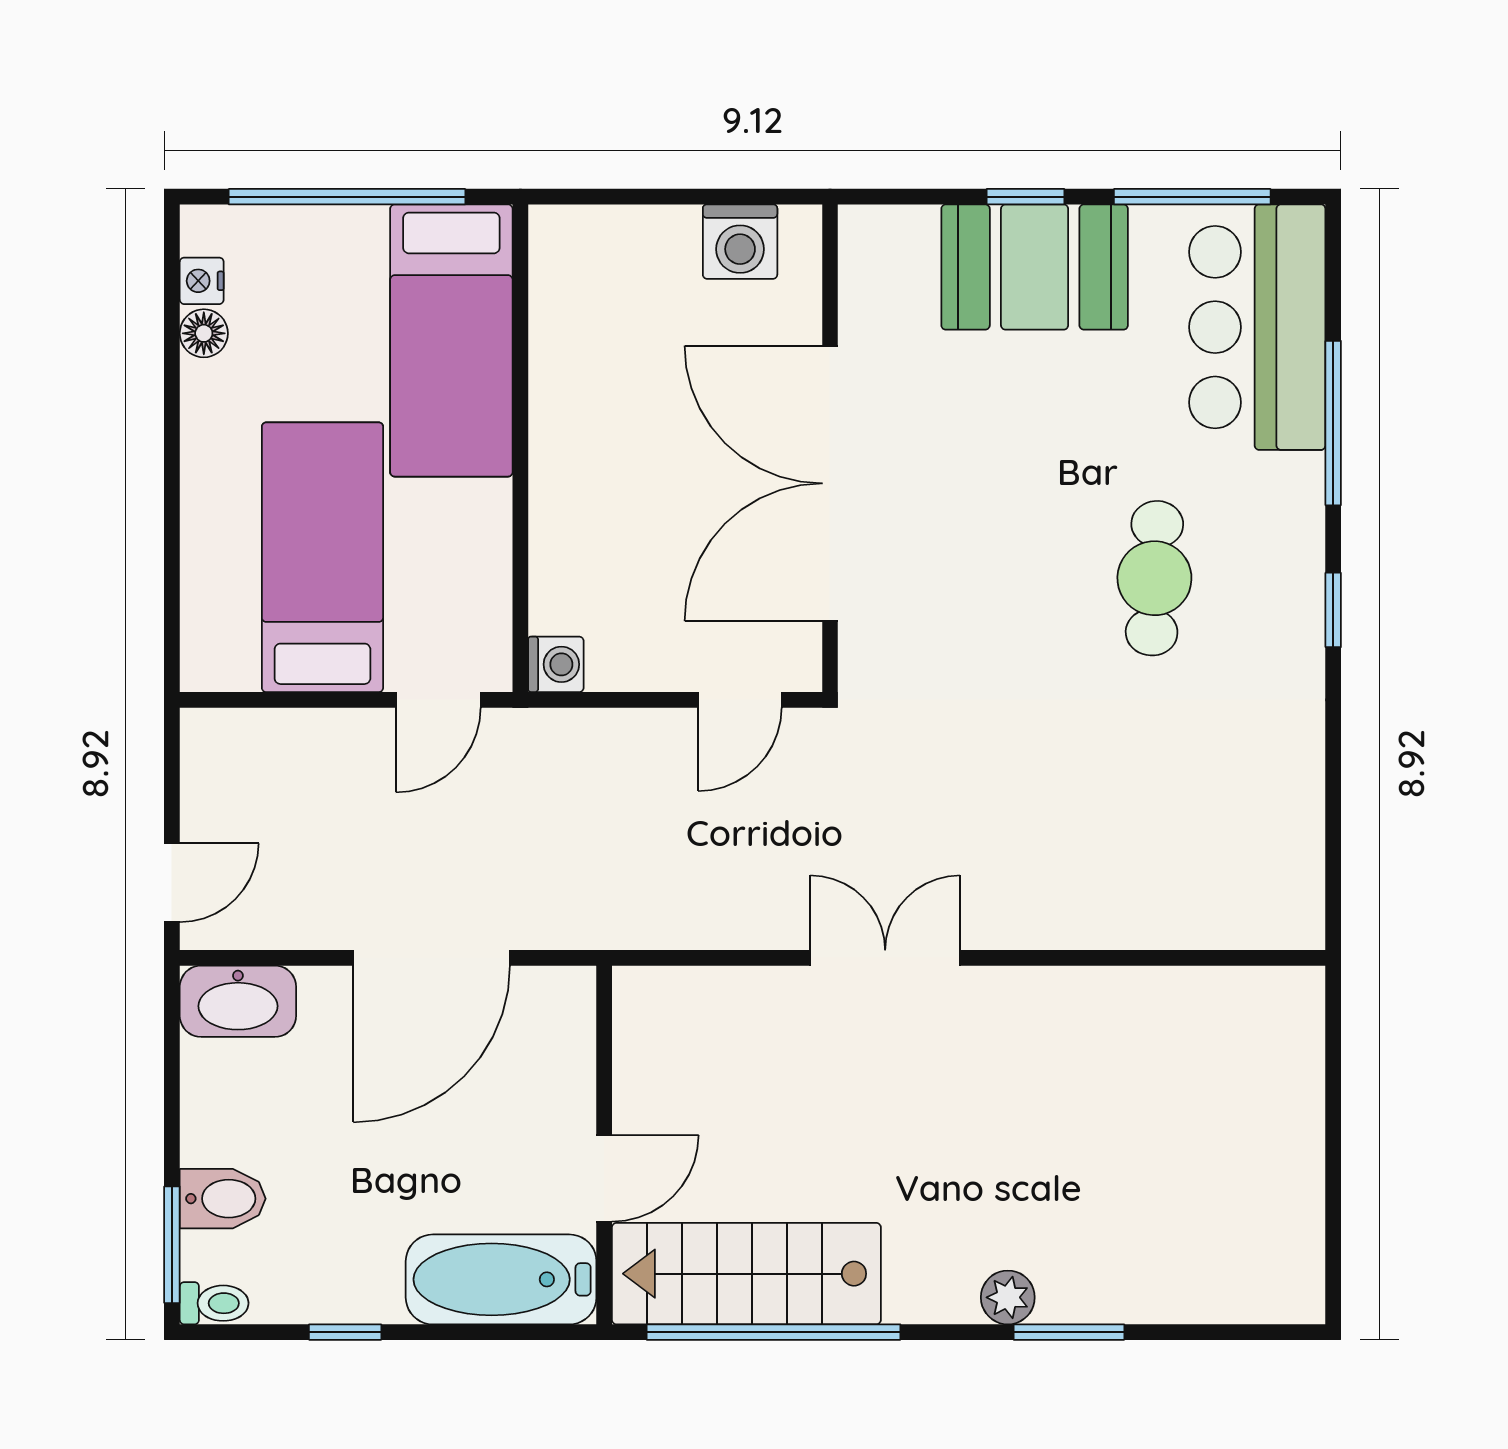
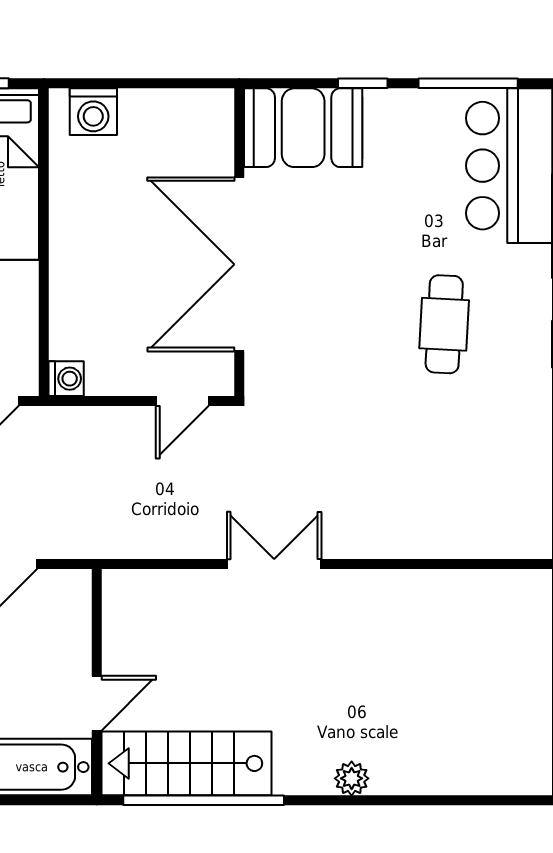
washing machine: (740, 242) -> (93, 112), moved
booth: (1035, 267) -> (303, 128), moved
window: (1069, 1332) -> (390, 800), removed

